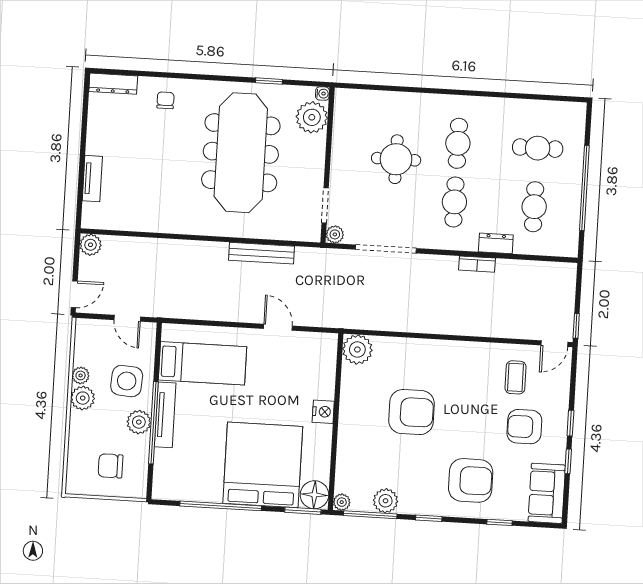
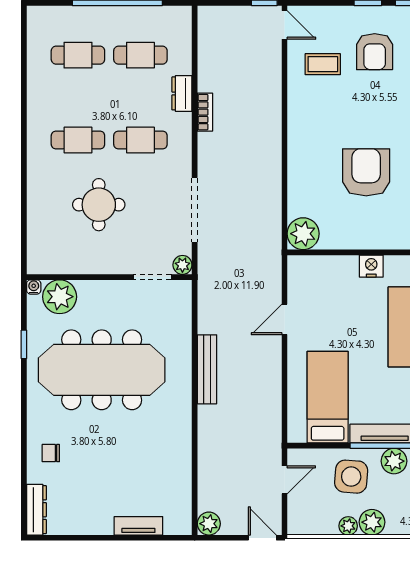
cafe table: (538, 148) -> (78, 55), turned 90
bench: (261, 253) -> (207, 369), moved

